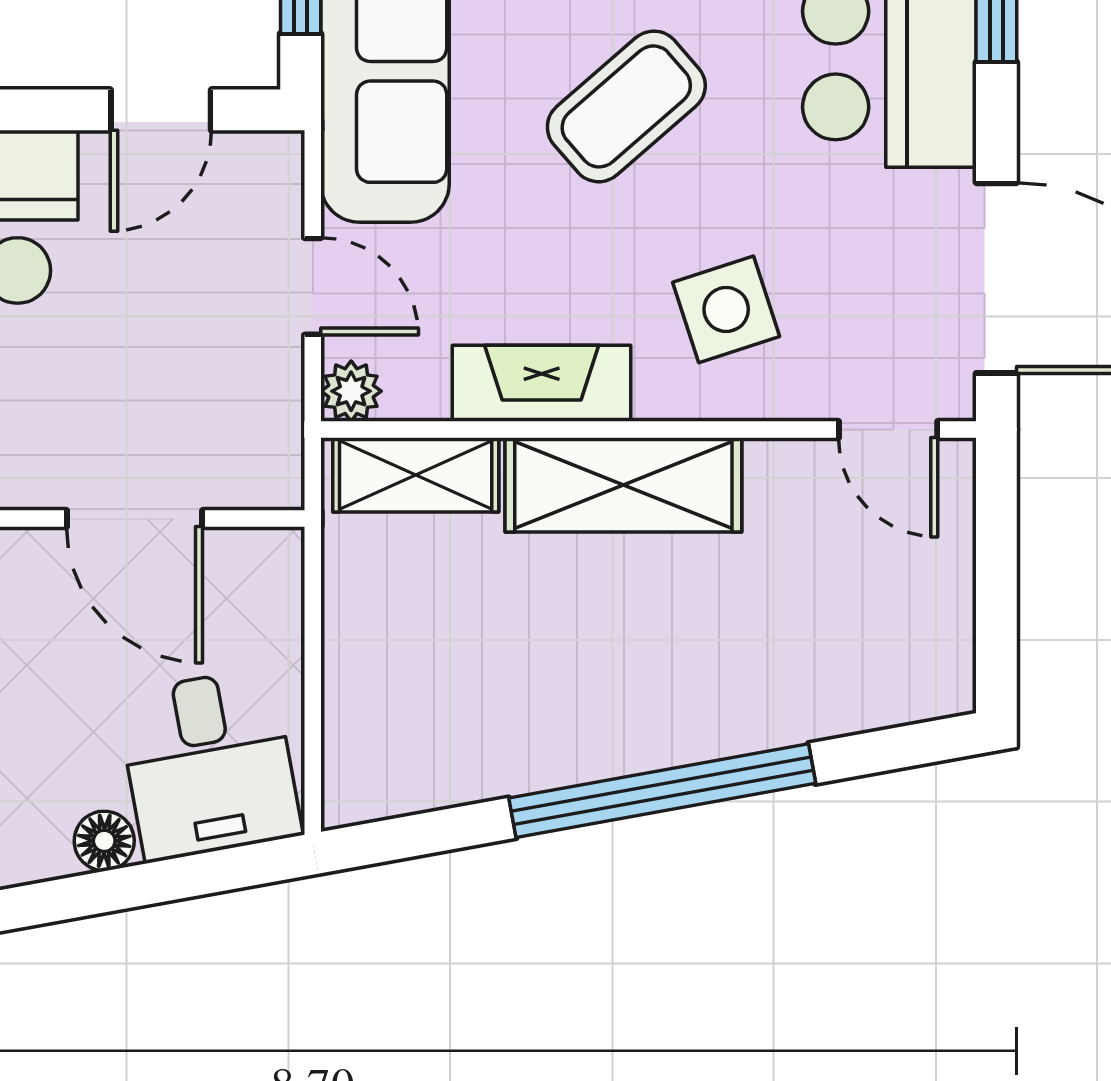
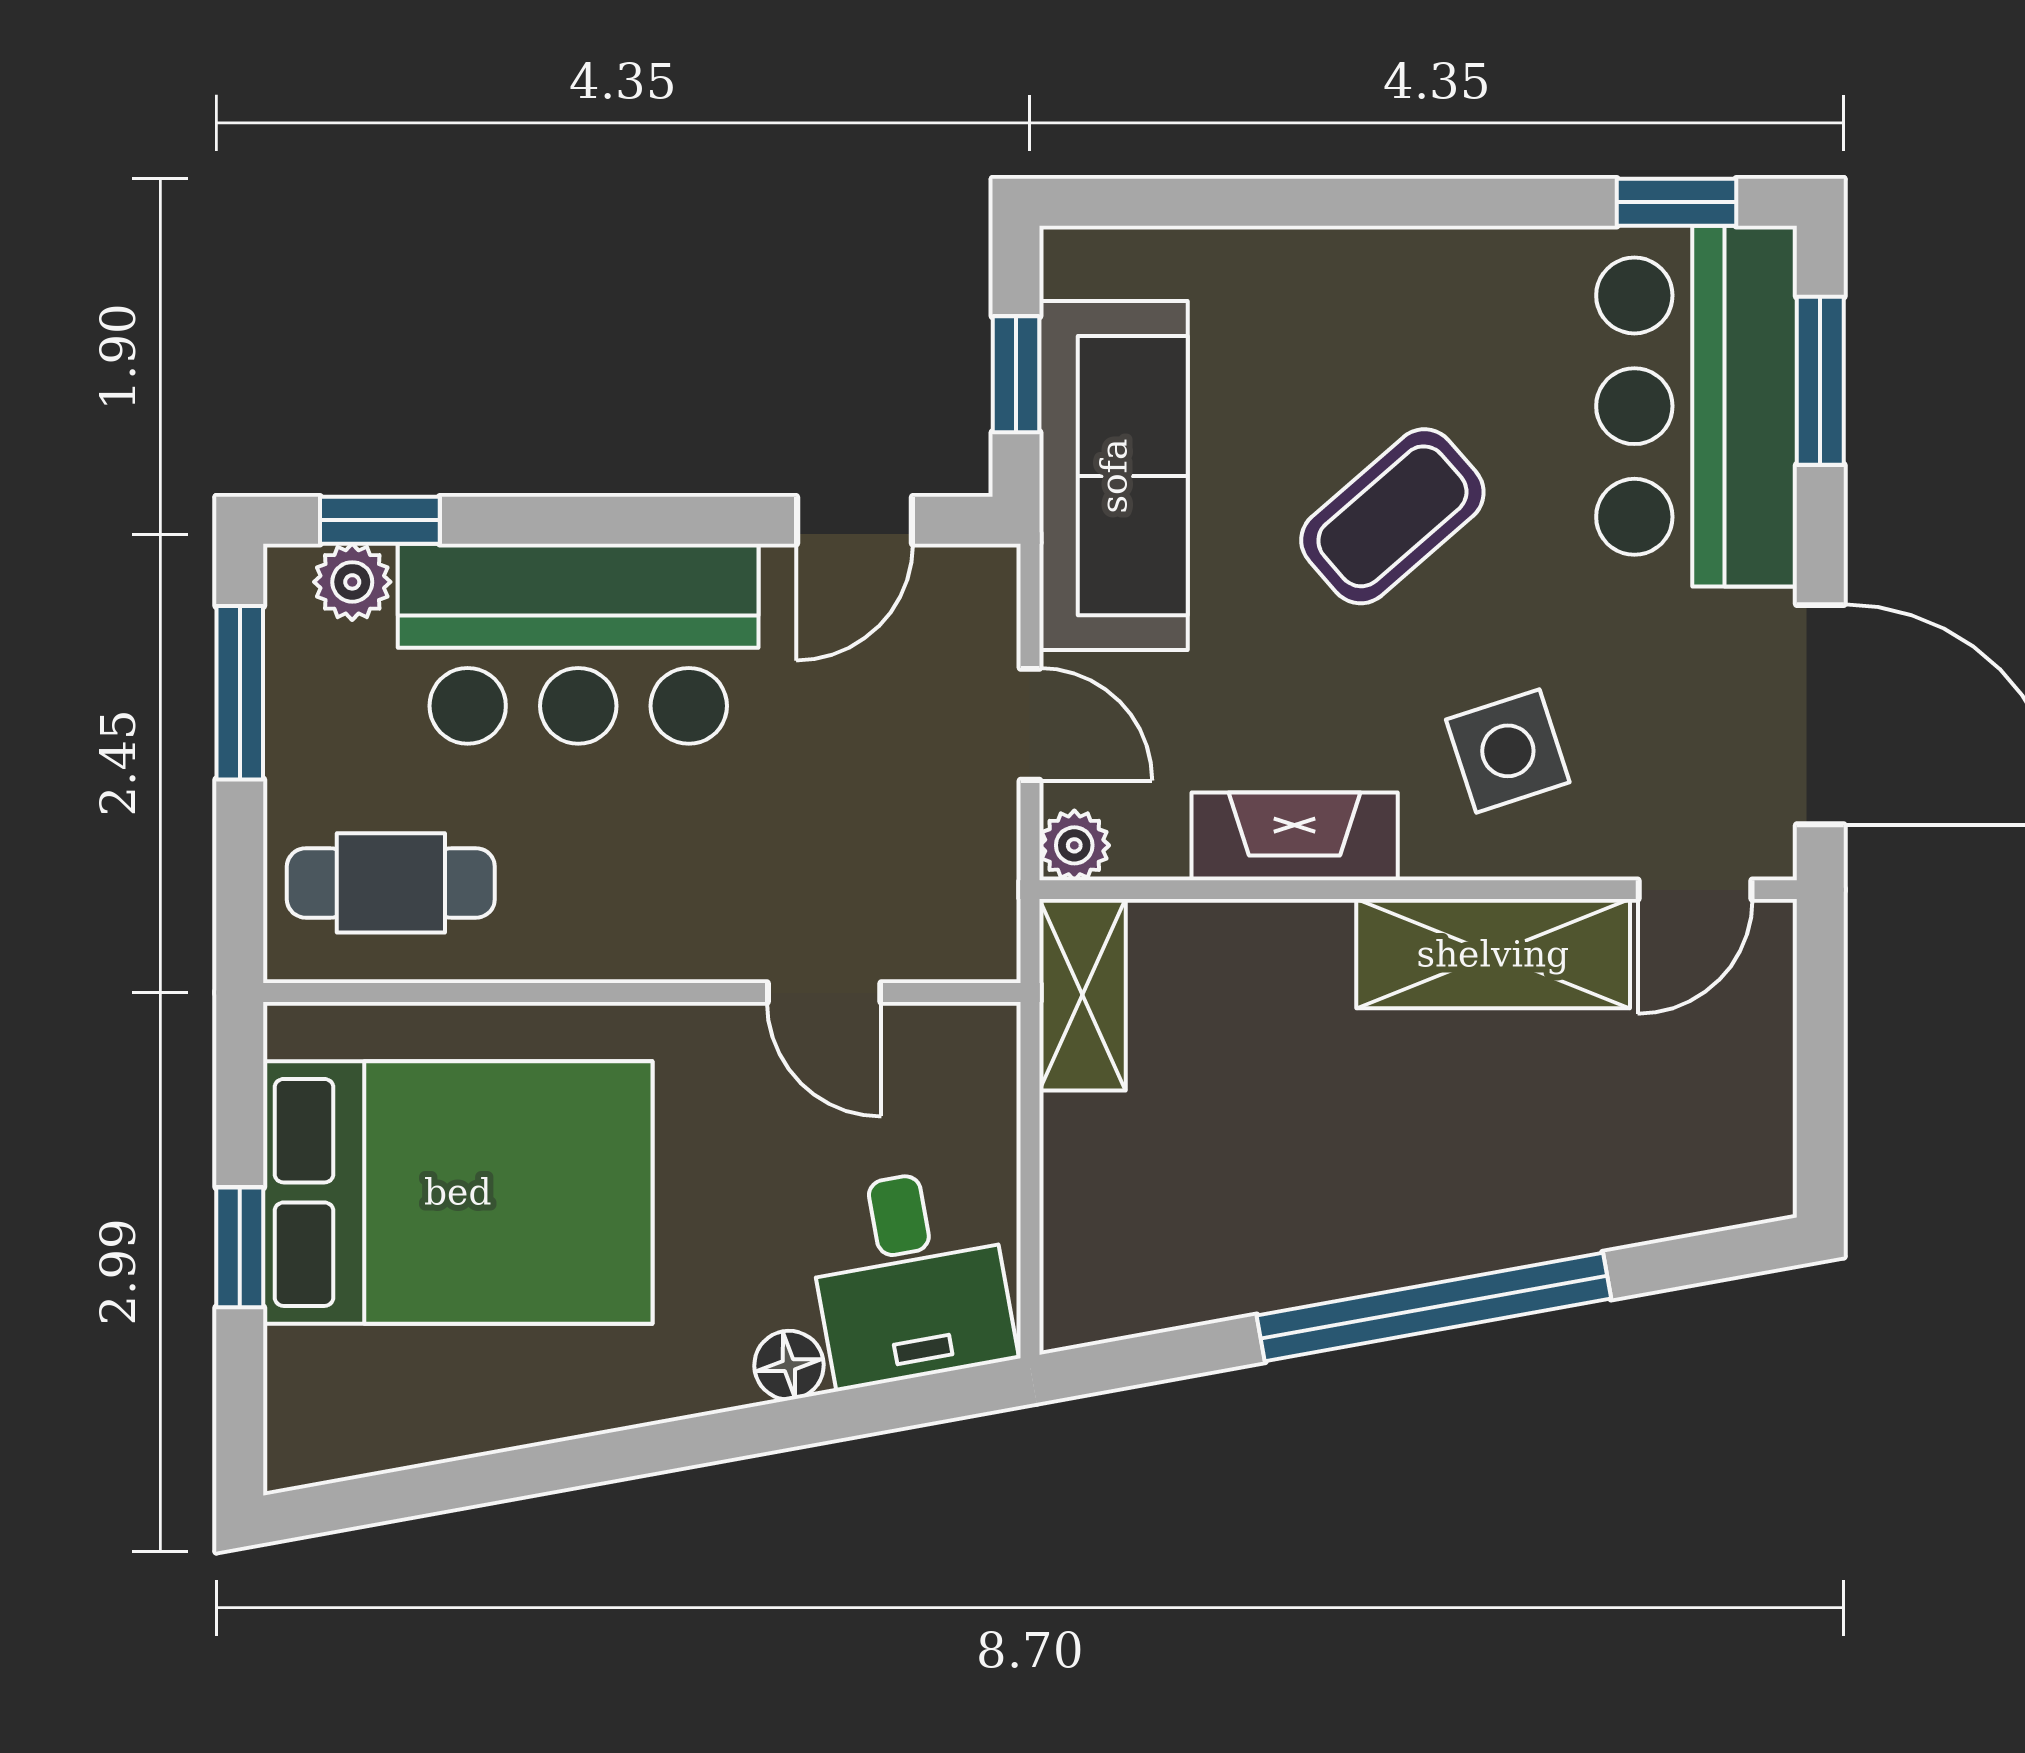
door: (888, 429) -> (1695, 890), hinge flipped
shelving: (416, 475) -> (1082, 995), moved, turned 90
shelving: (623, 485) -> (1493, 954), moved
door: (135, 518) -> (824, 993), width x0.73

